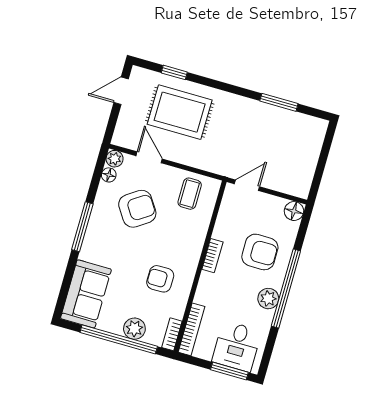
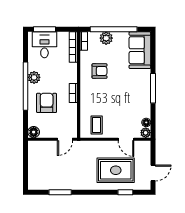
armchair: (137, 209) -> (124, 108), removed
armchair: (260, 252) -> (47, 103), turned 90

